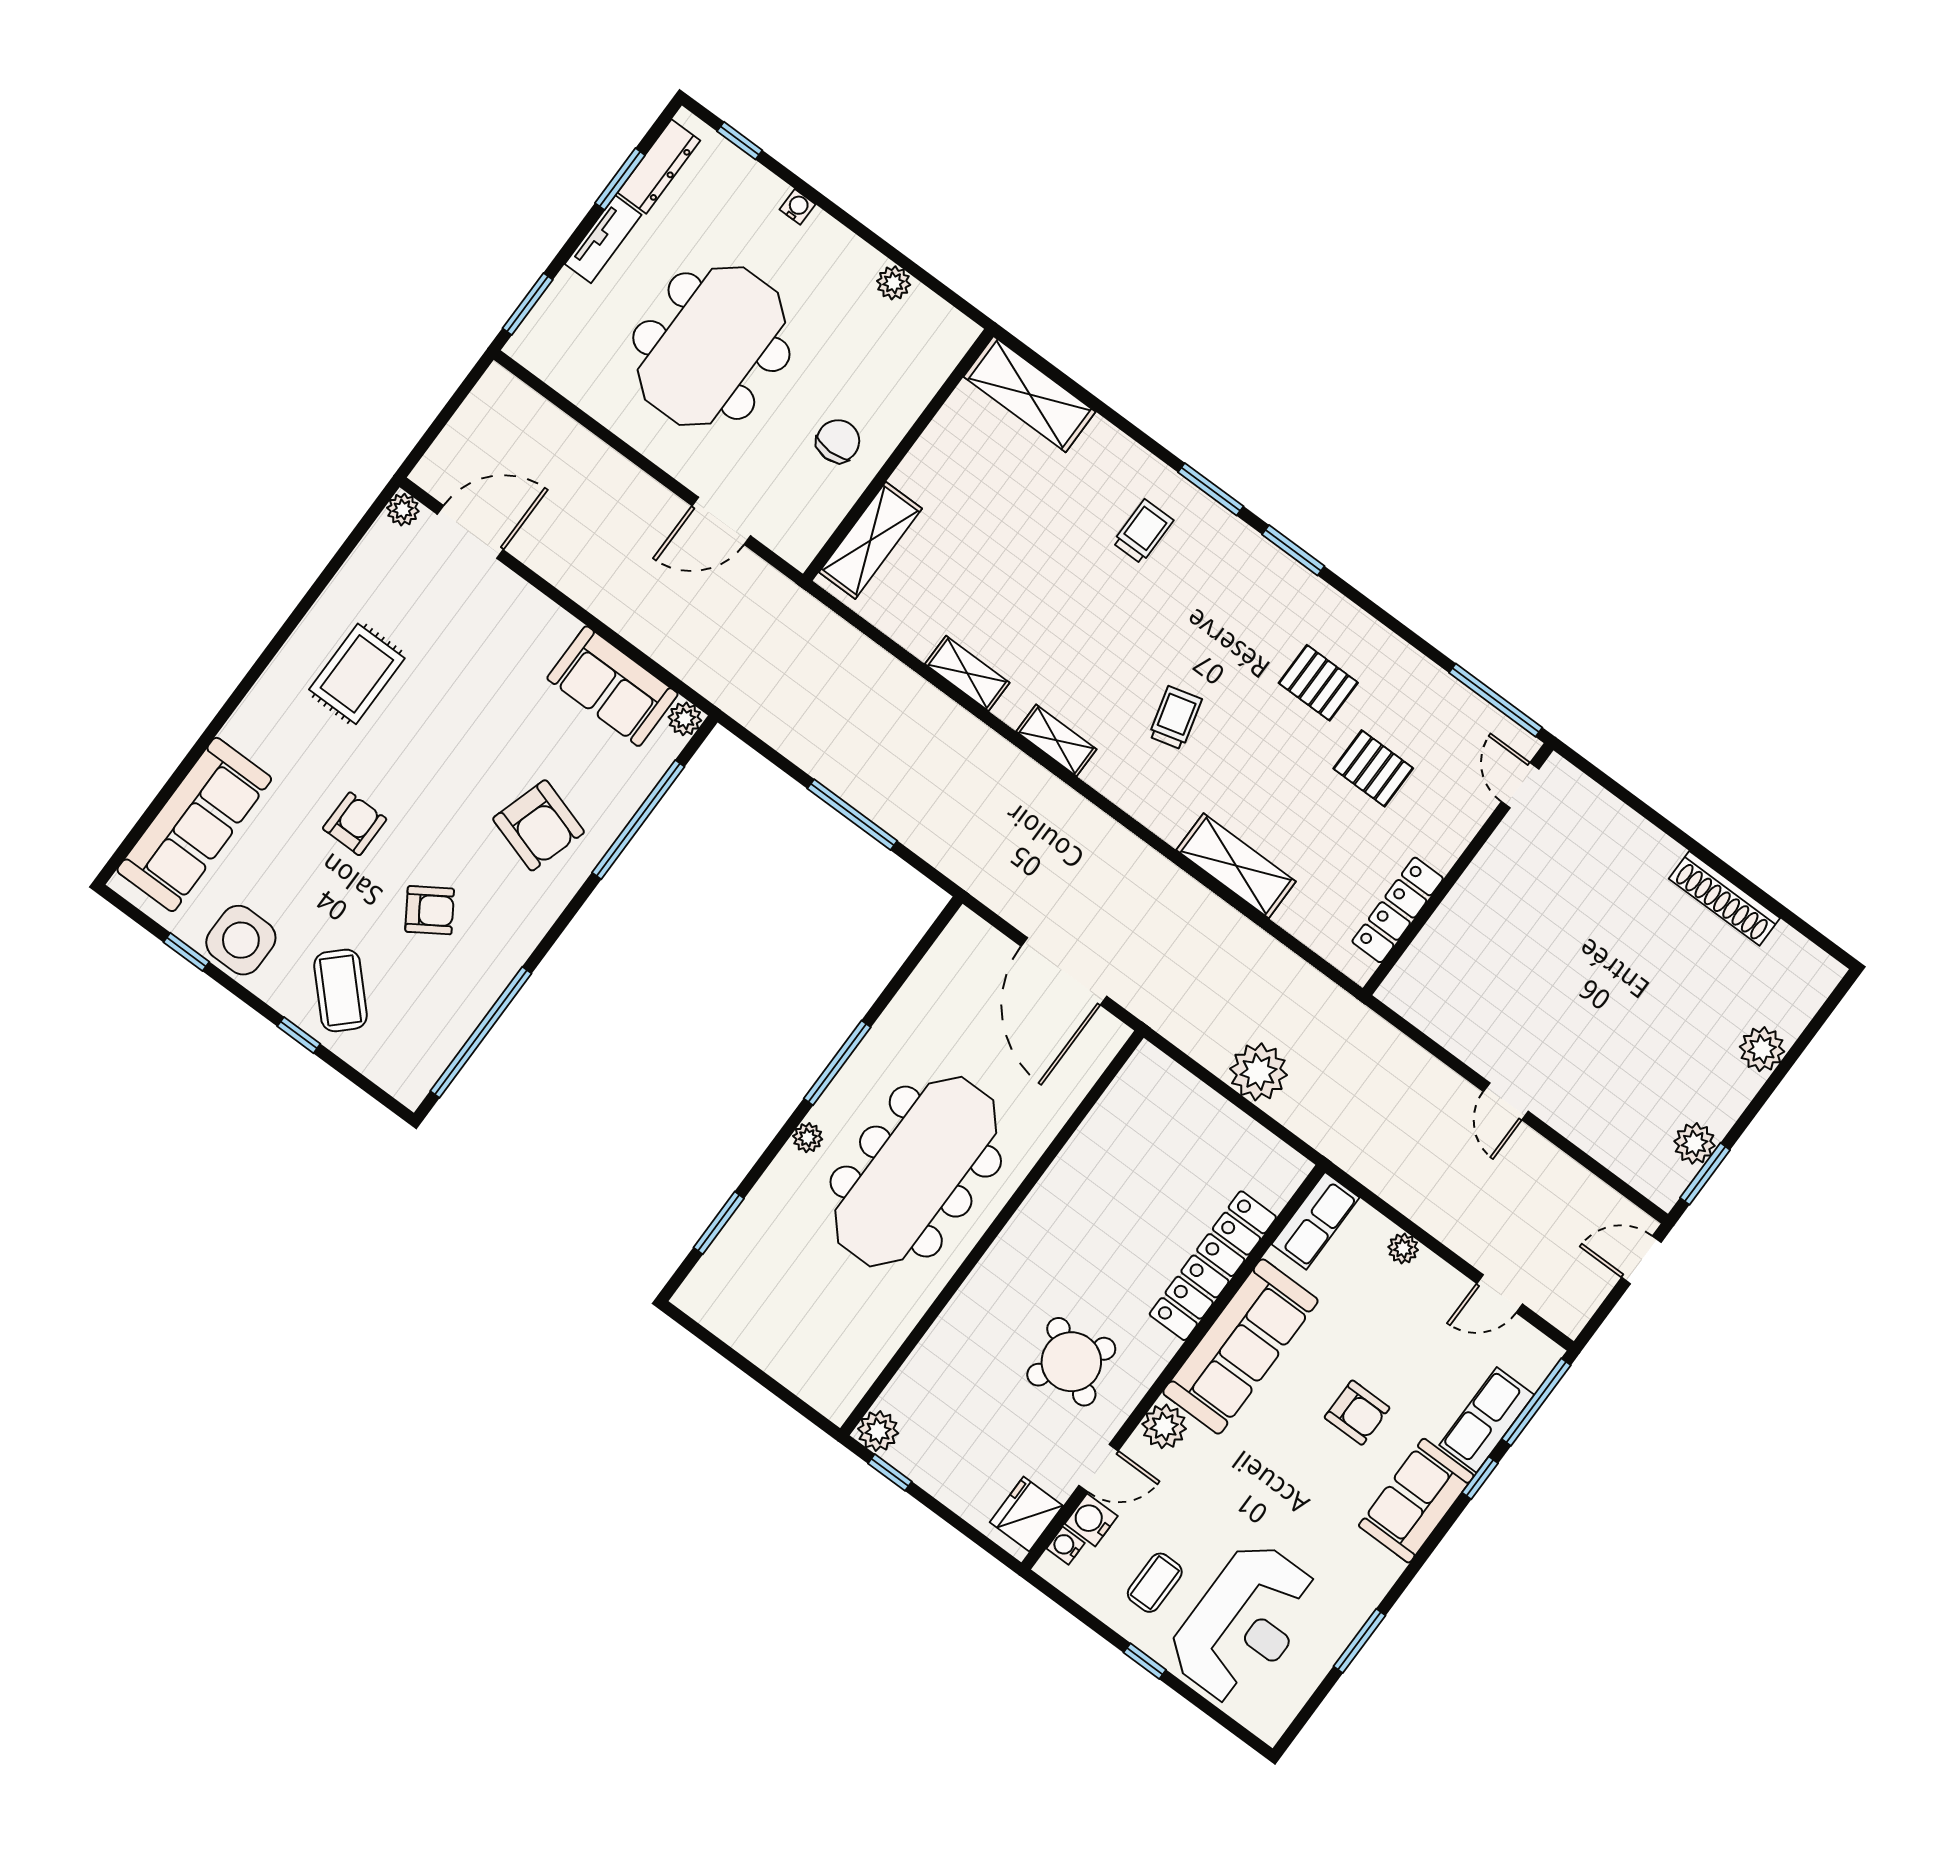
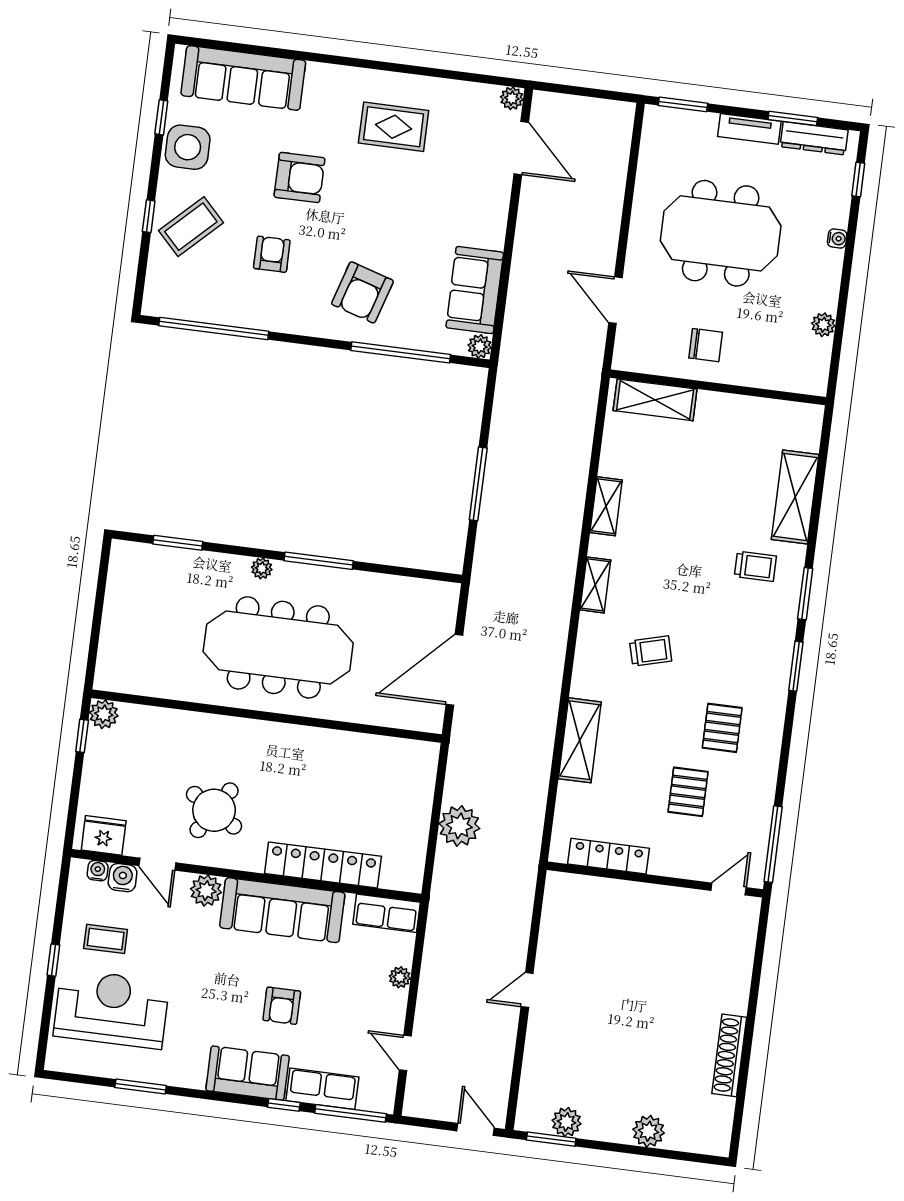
shelving: (1030, 394) -> (795, 497), moved
armchair: (355, 824) -> (299, 177), width x1.38, depth x1.38
armchair: (430, 910) -> (272, 254), turned -147
reception desk: (1244, 1623) -> (111, 1009), turned 180

